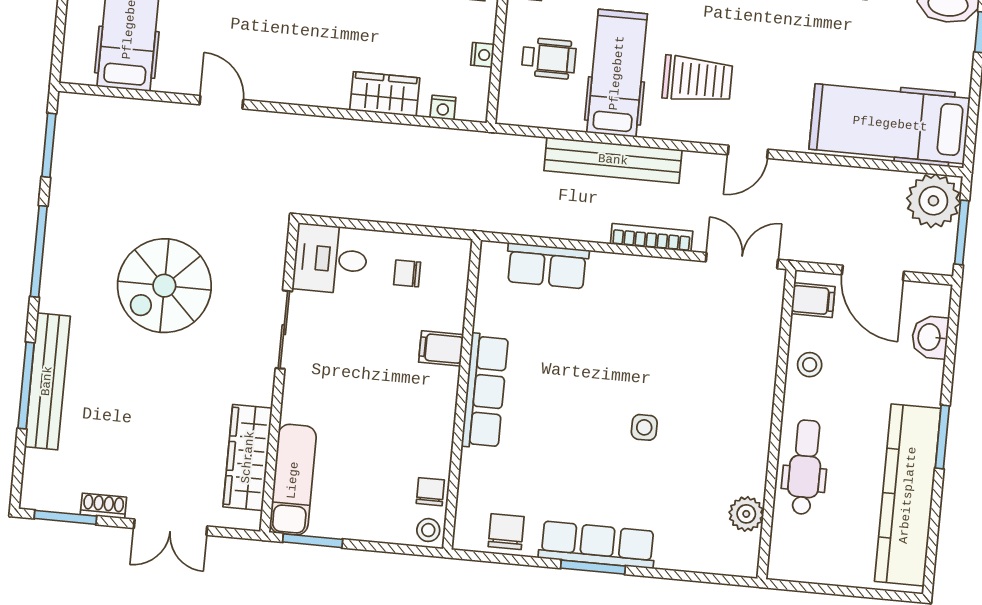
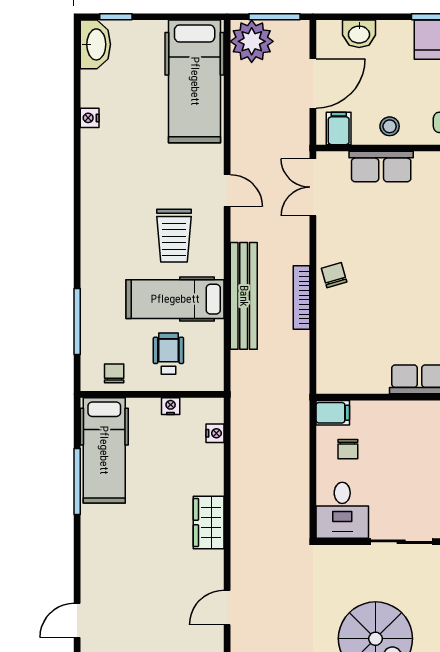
trolley: (697, 79) -> (174, 236), turned 180
wardrobe: (385, 94) -> (209, 523), moved
bookcase: (652, 238) -> (302, 298), moved
row of seats: (547, 266) -> (381, 167), moved, turned 90
chair: (628, 277) -> (334, 275), added
filing cabinet: (441, 348) -> (333, 413), moved, turned -90

